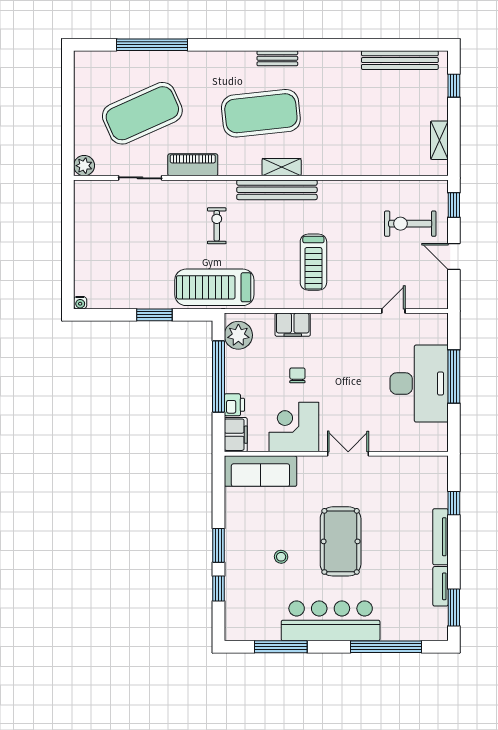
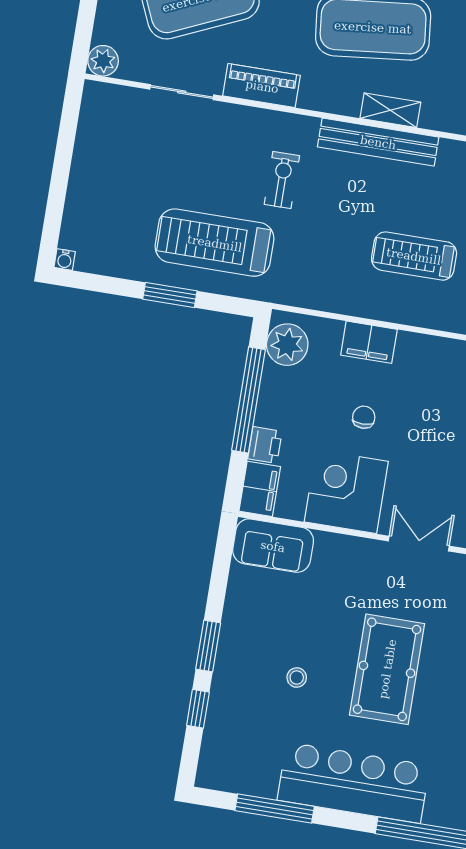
treadmill: (313, 262) -> (414, 256), turned 90
treadmill: (214, 287) -> (215, 243), moved
sofa: (260, 471) -> (273, 546), width x0.73

